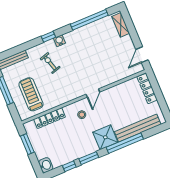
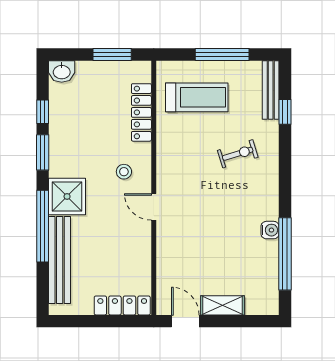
shelving: (121, 25) -> (223, 305), moved
window: (48, 37) -> (285, 112), moved
water cooler: (59, 41) -> (270, 230), moved

